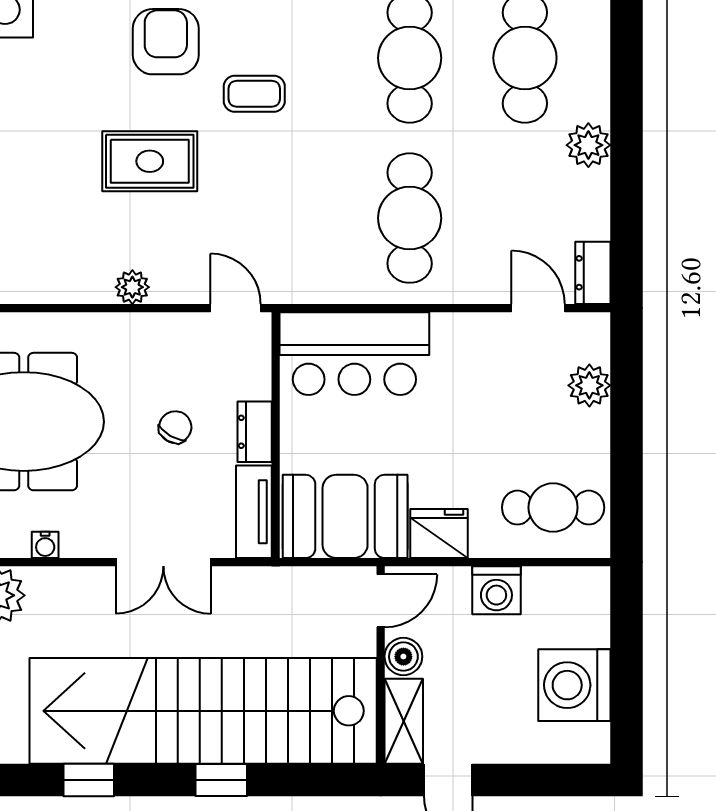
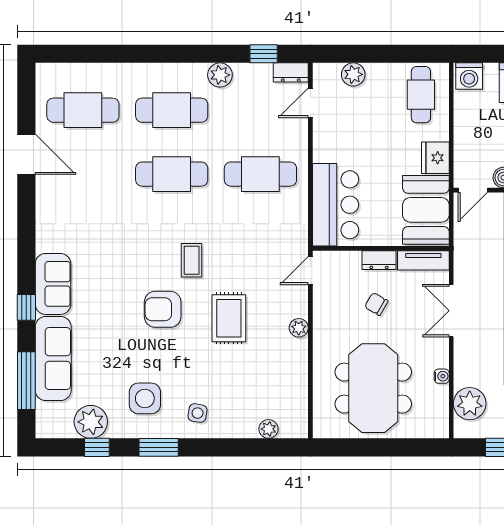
window: (627, 224) -> (264, 54), added
double door: (163, 562) -> (451, 311), swing flipped
washing machine: (496, 590) -> (469, 76), moved, turned 90
door: (381, 601) -> (473, 190), swing flipped

